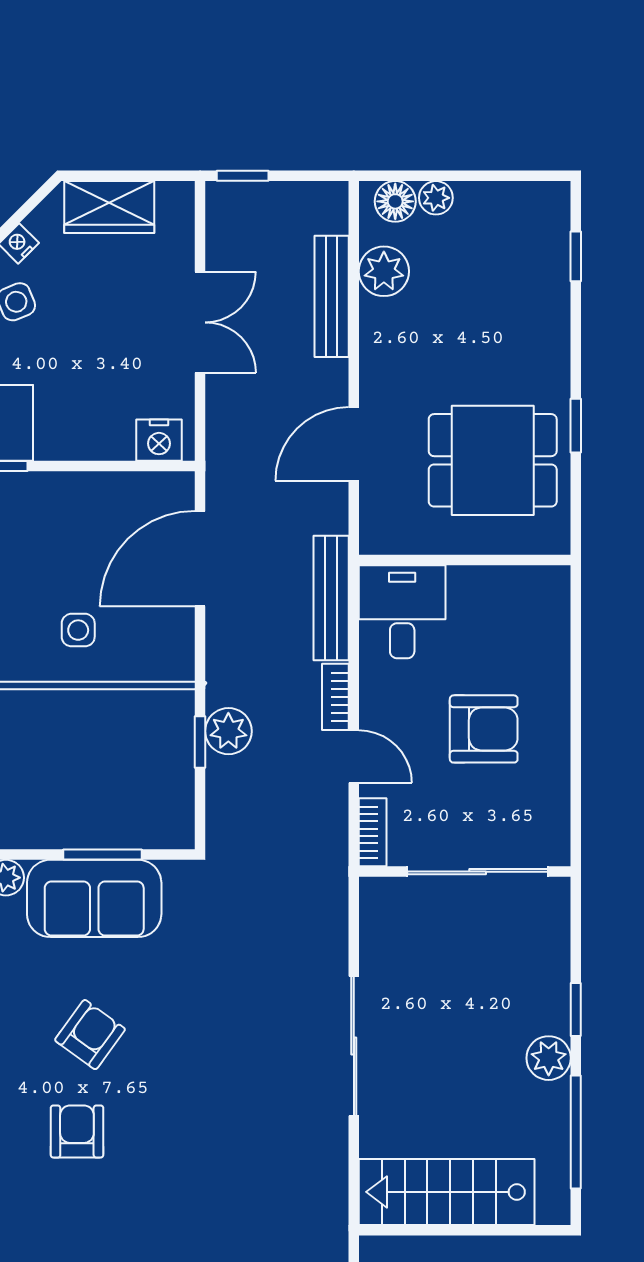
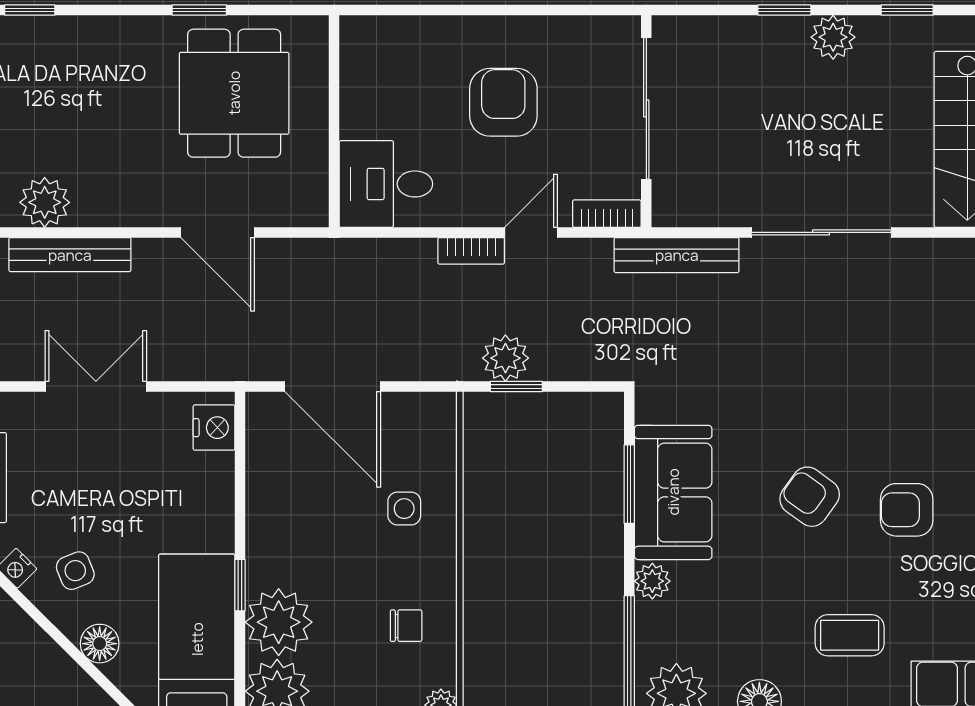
bench: (331, 598) -> (677, 255), moved
window: (576, 1132) -> (907, 10), width x0.46

